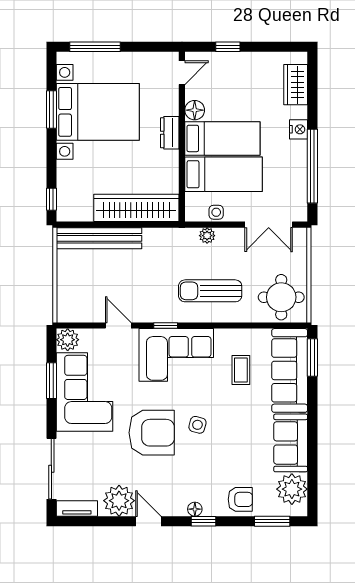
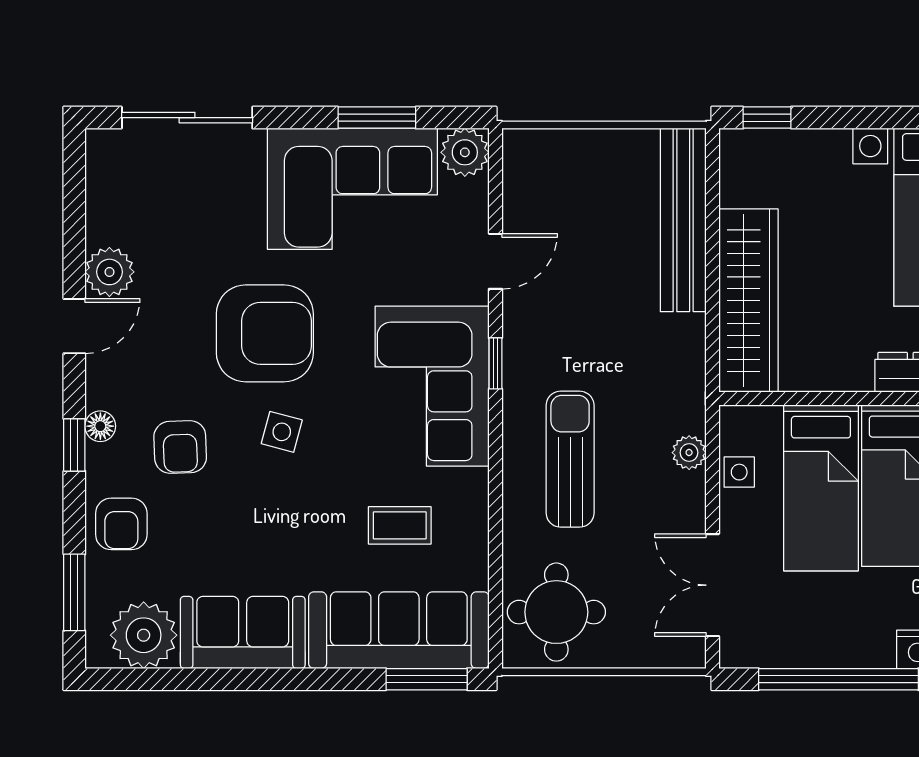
armchair: (152, 433) -> (265, 333), turned -90
armchair: (205, 472) -> (180, 447), added
plant: (119, 501) -> (109, 272), width x0.73, depth x0.73
tv unit: (77, 508) -> (102, 172), removed

